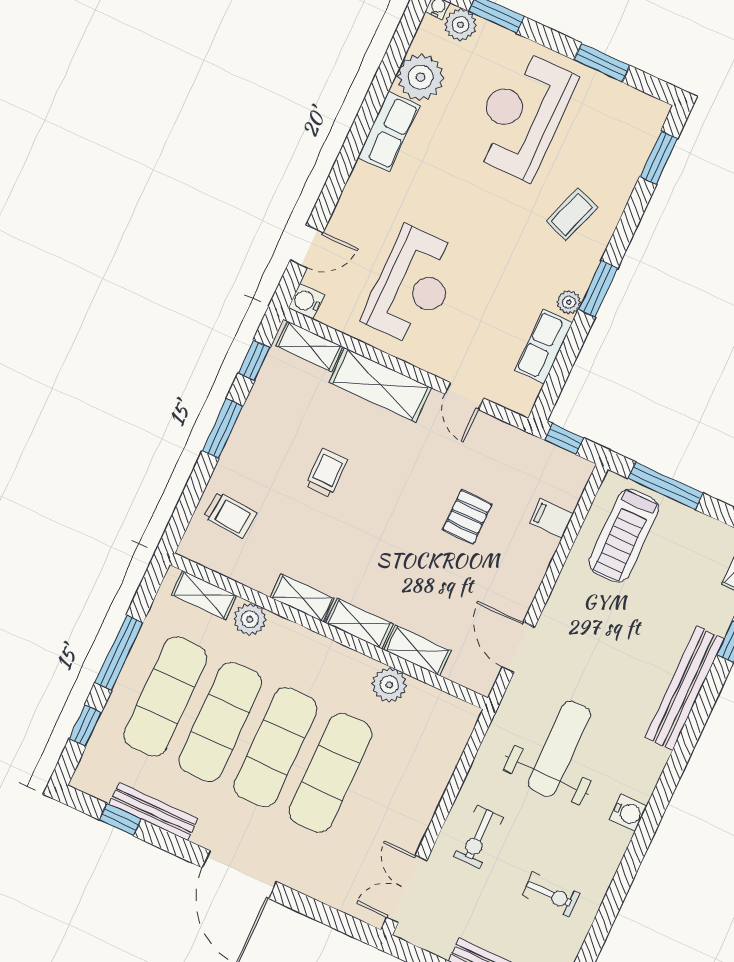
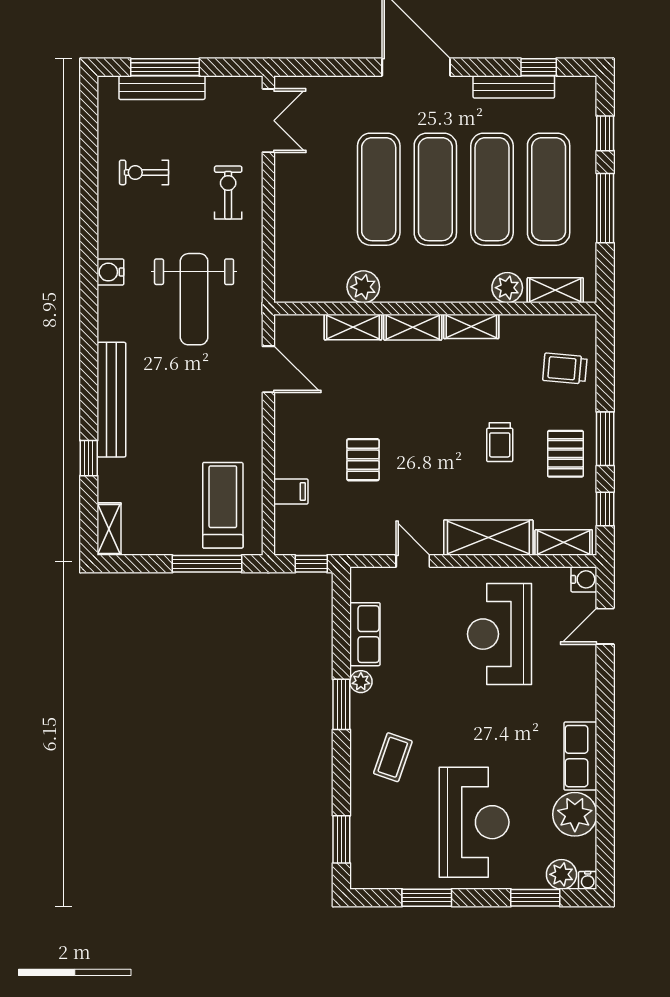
pallet: (268, 432) -> (565, 454), added

